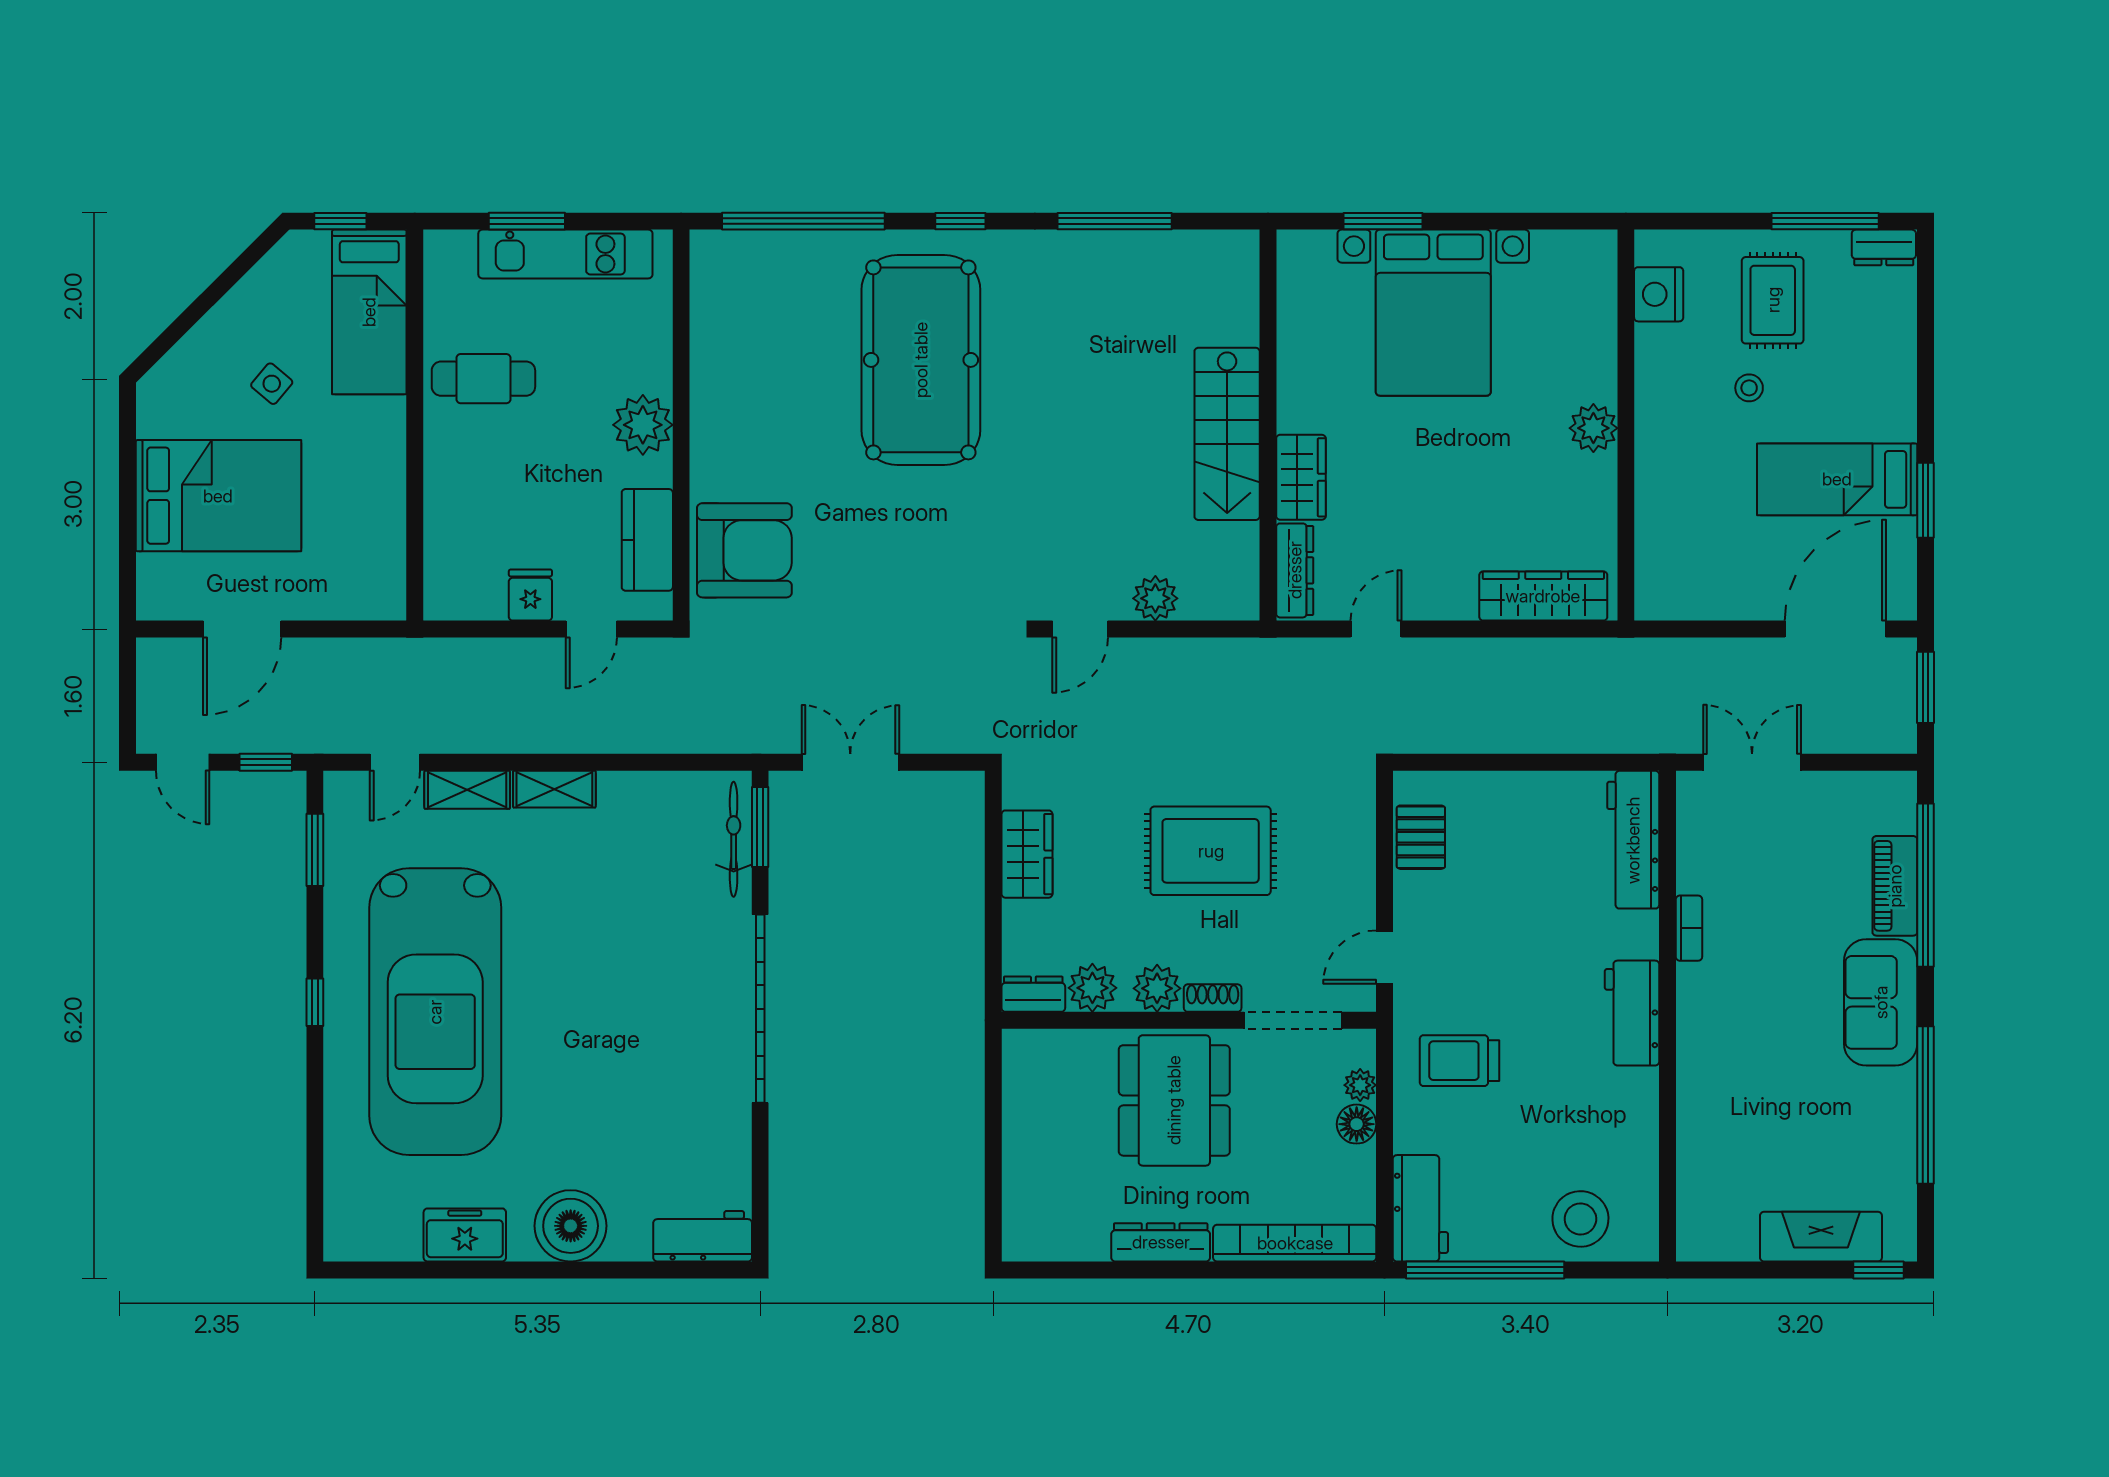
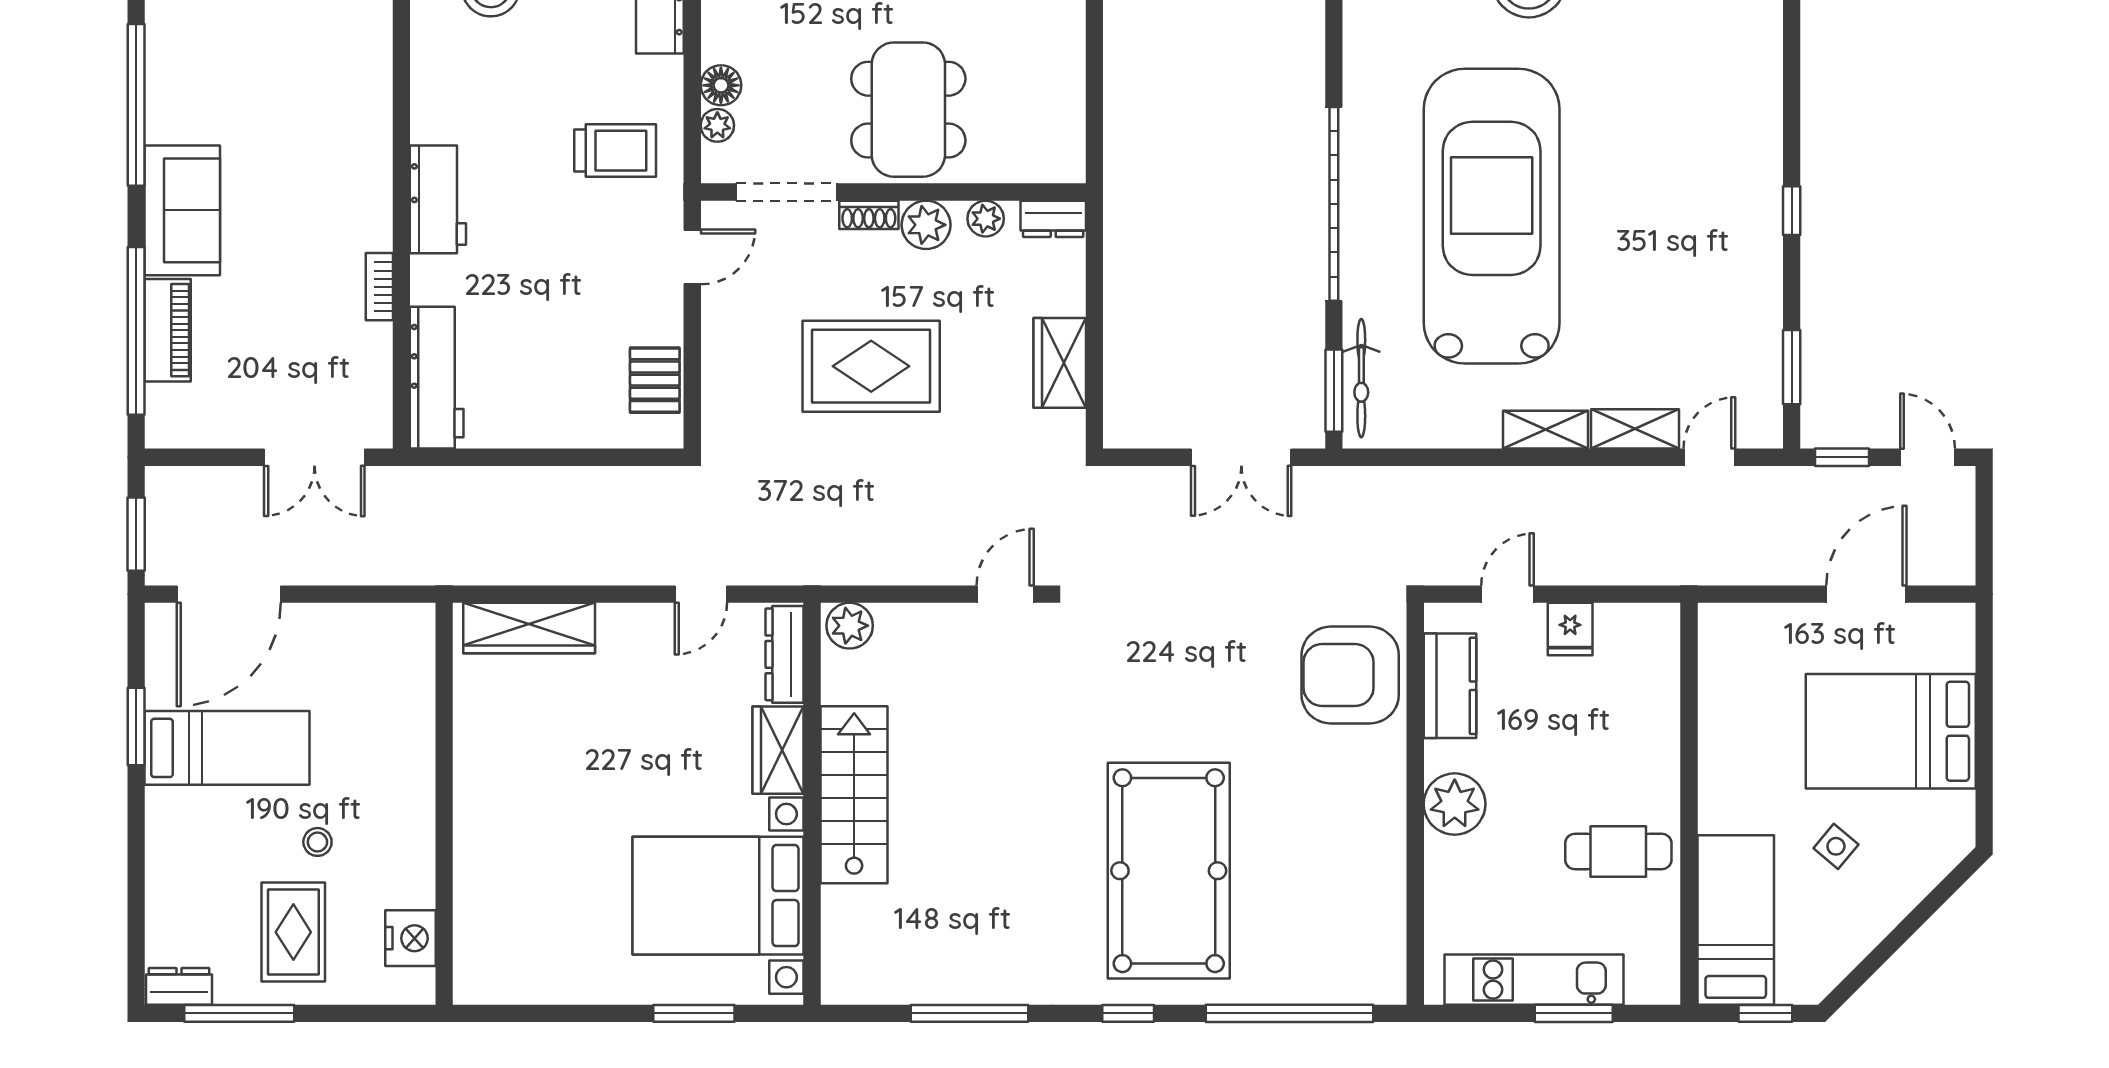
bed with nightstands: (1433, 313) -> (718, 896), moved, turned -90
plant: (1593, 428) -> (478, 801), removed
plant: (1155, 598) -> (850, 626), moved
plant: (1092, 988) -> (986, 219), width x0.73, depth x0.73
car: (435, 1012) -> (1492, 216), moved

